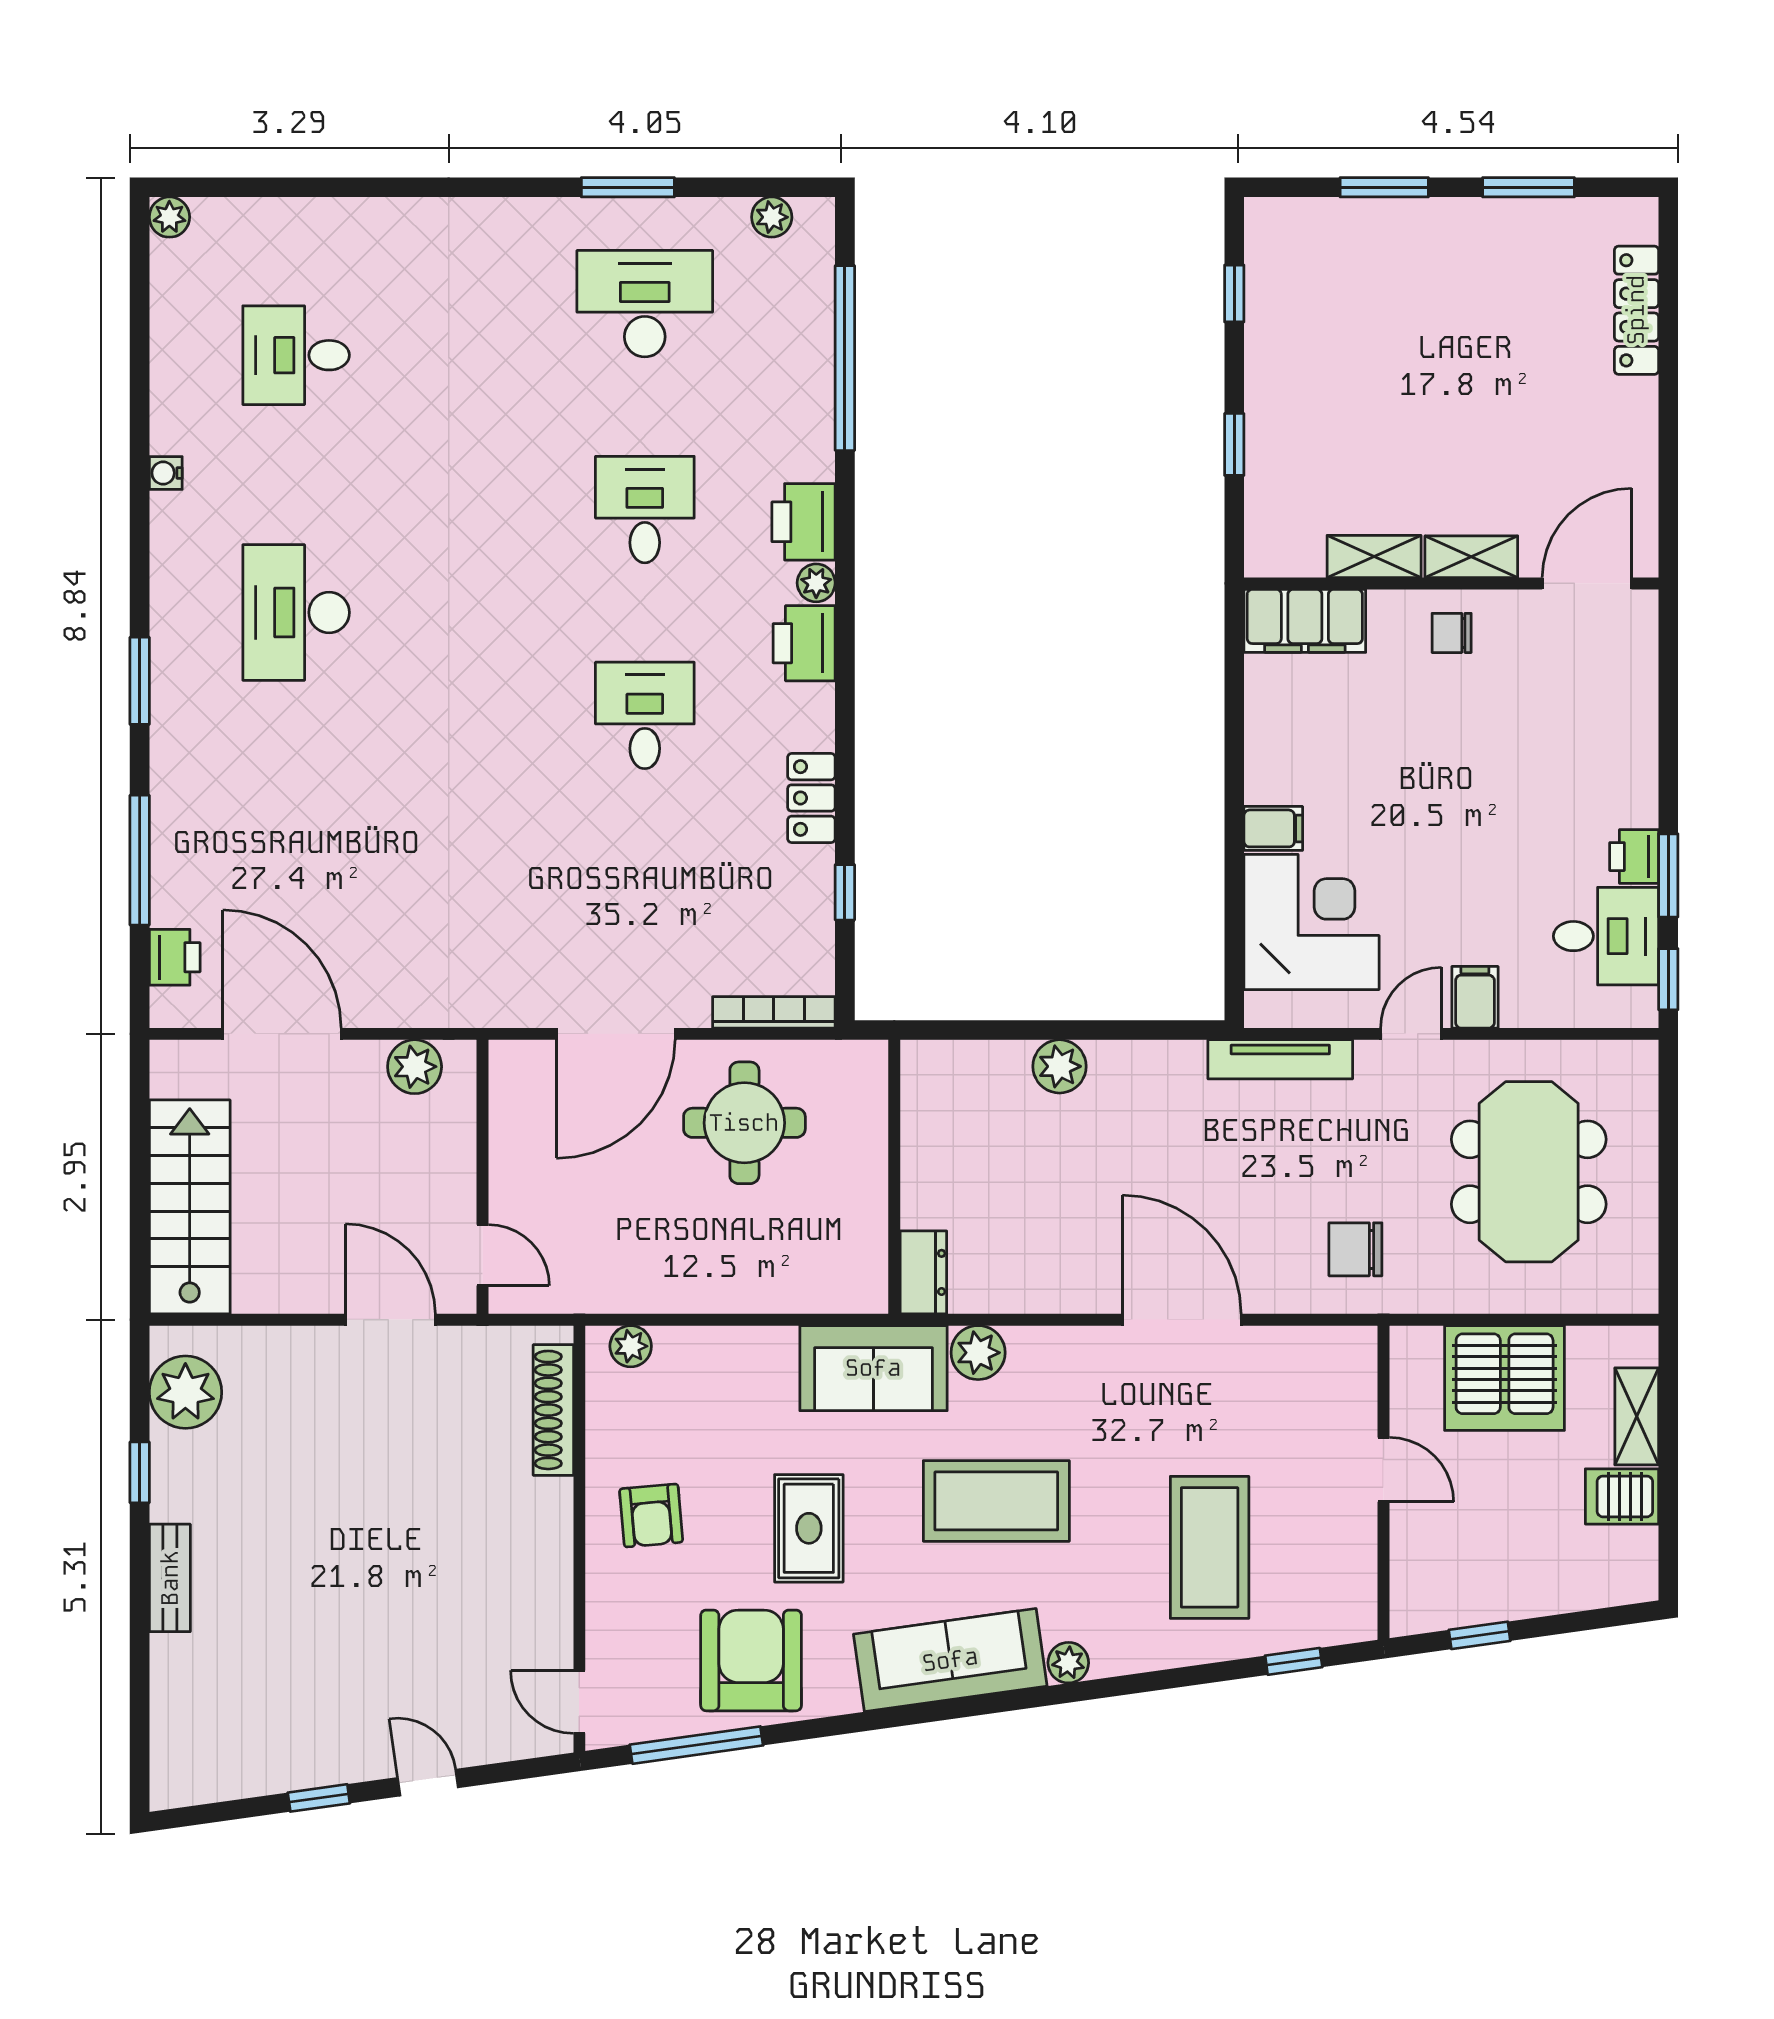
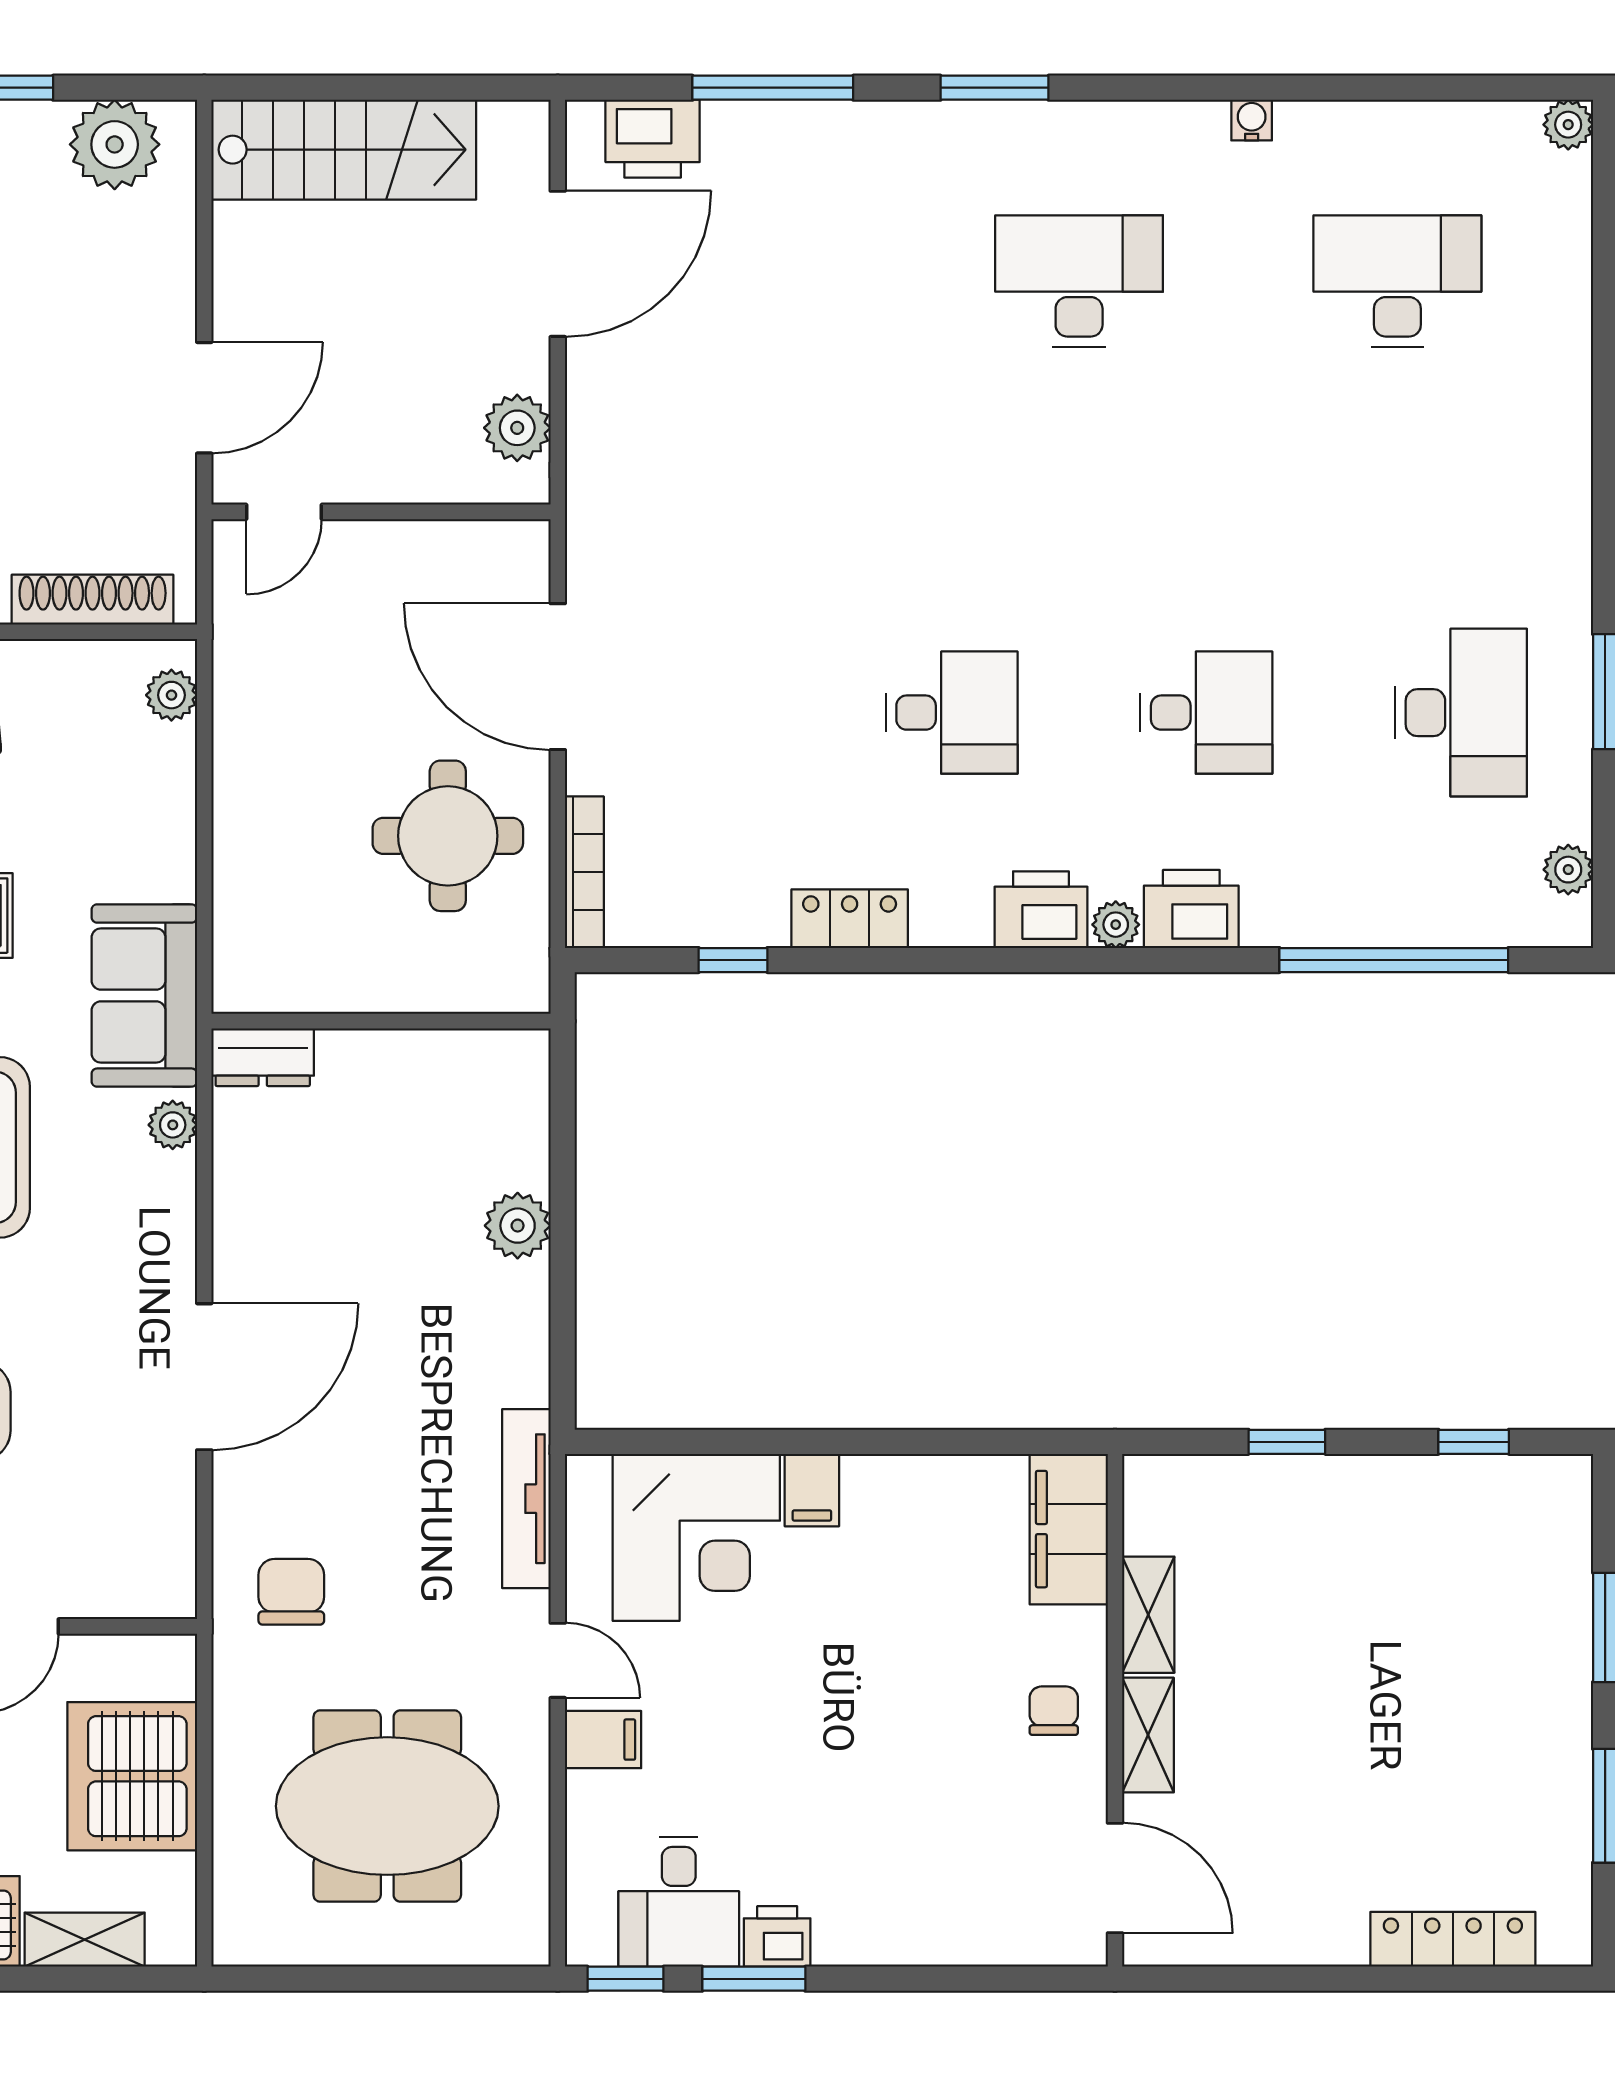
desk: (296, 355) -> (1397, 281), width x1.37
printer: (175, 957) -> (653, 139), width x1.36, depth x1.24
plant: (978, 1353) -> (173, 1125), width x0.73, depth x0.73

